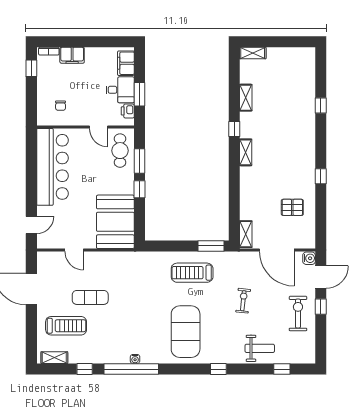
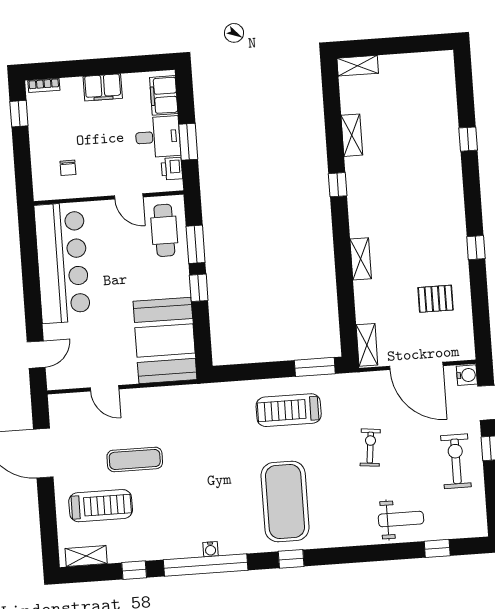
filing cabinet: (72, 55) -> (103, 87), moved
shelving: (246, 152) -> (361, 259), moved
window: (218, 369) -> (291, 559), moved

